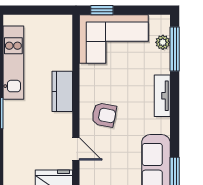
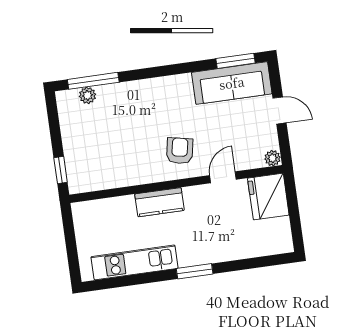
corner sofa: (114, 39) -> (92, 152), removed
tv unit: (162, 96) -> (149, 87), removed

